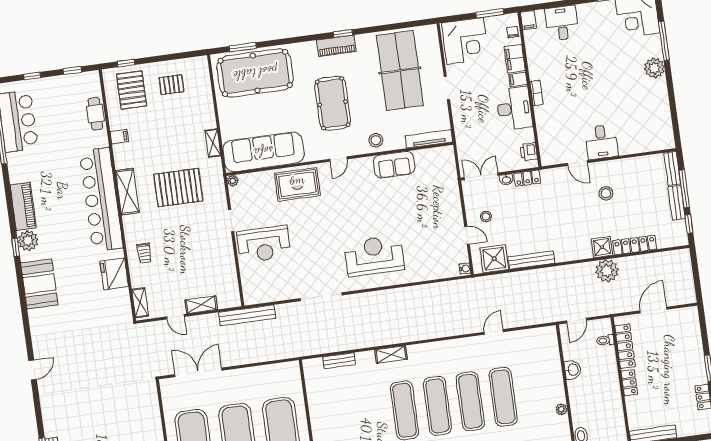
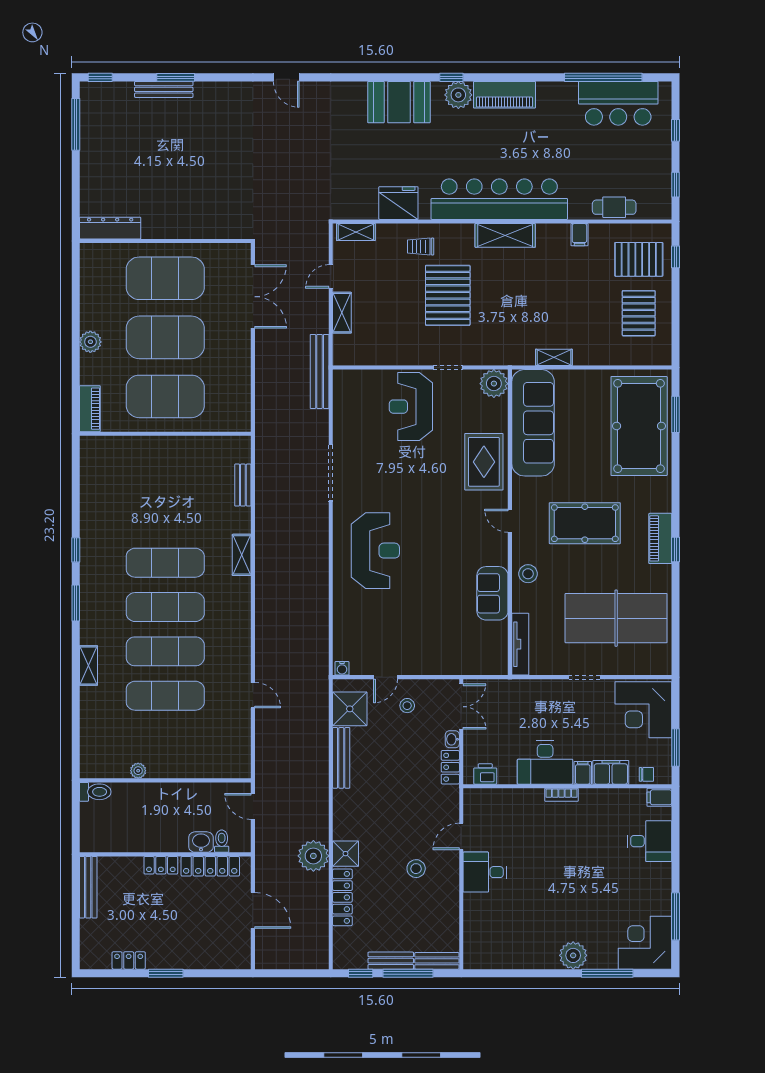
pallet: (171, 85) -> (639, 313), width x1.50, depth x1.42
plant: (233, 181) -> (494, 384), width x1.87, depth x1.87
pallet: (178, 188) -> (448, 295), moved
washbasin: (573, 370) -> (201, 842), moved, turned 180

